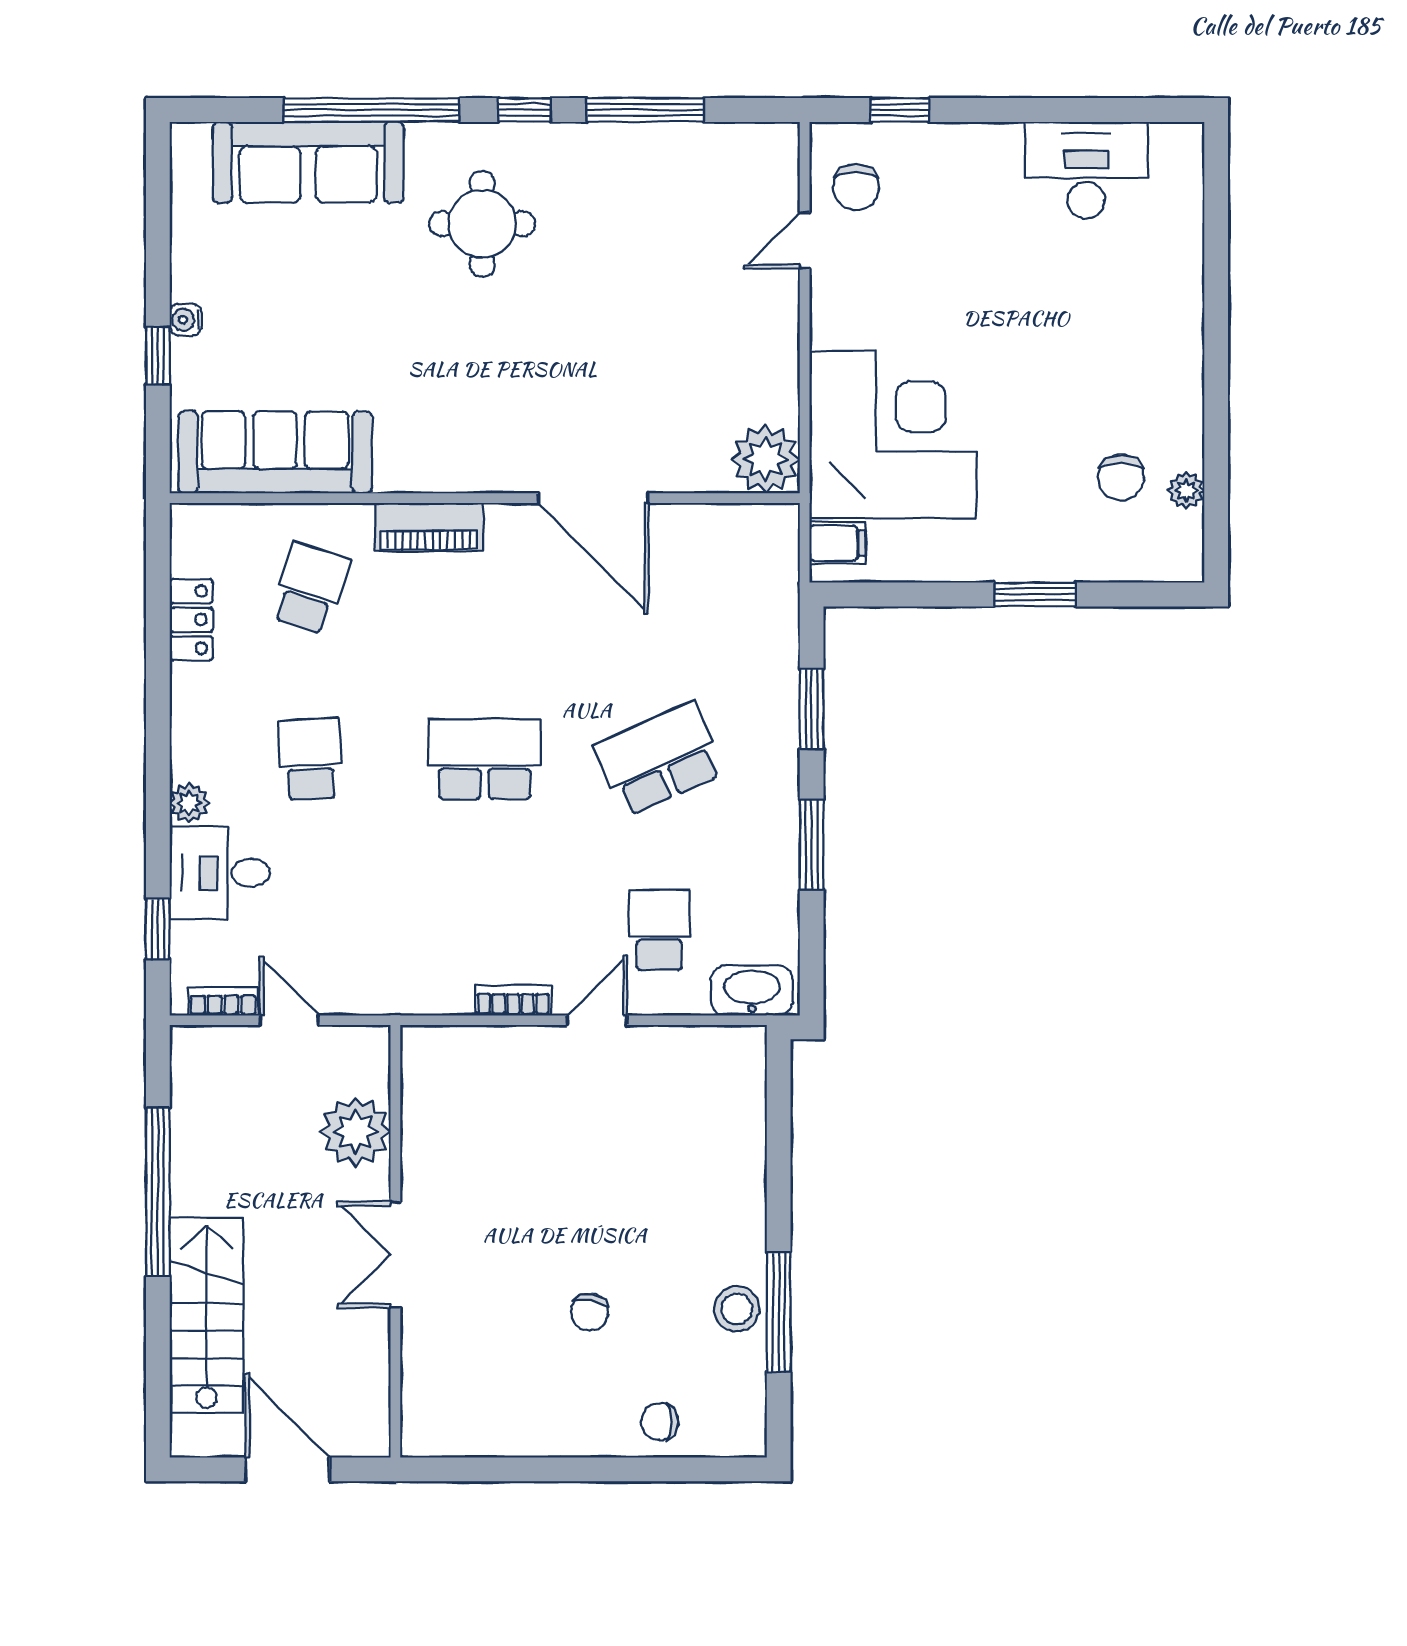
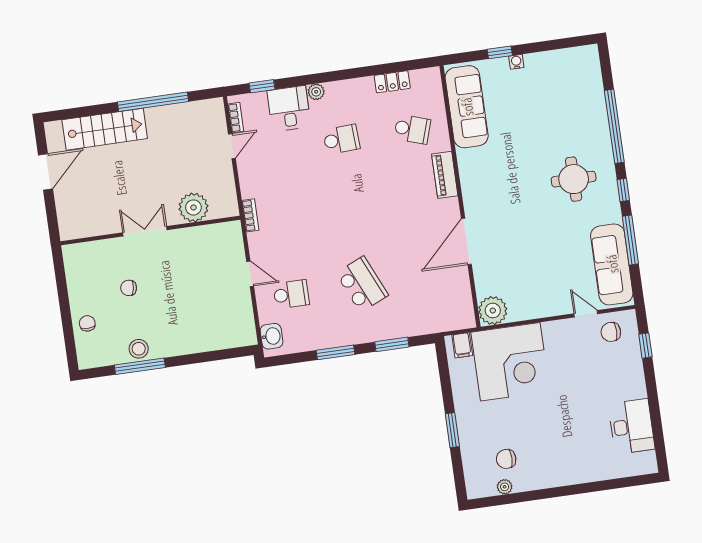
sofa: (308, 162) -> (612, 264), moved
school desk: (485, 759) -> (352, 212), removed
washbasin: (752, 991) -> (272, 336), width x0.72
bookcase: (513, 1000) -> (250, 215), moved
plant: (355, 1132) -> (193, 207), moved
wall: (395, 1241) -> (150, 230), moved
double door: (395, 1255) -> (145, 231), moved

